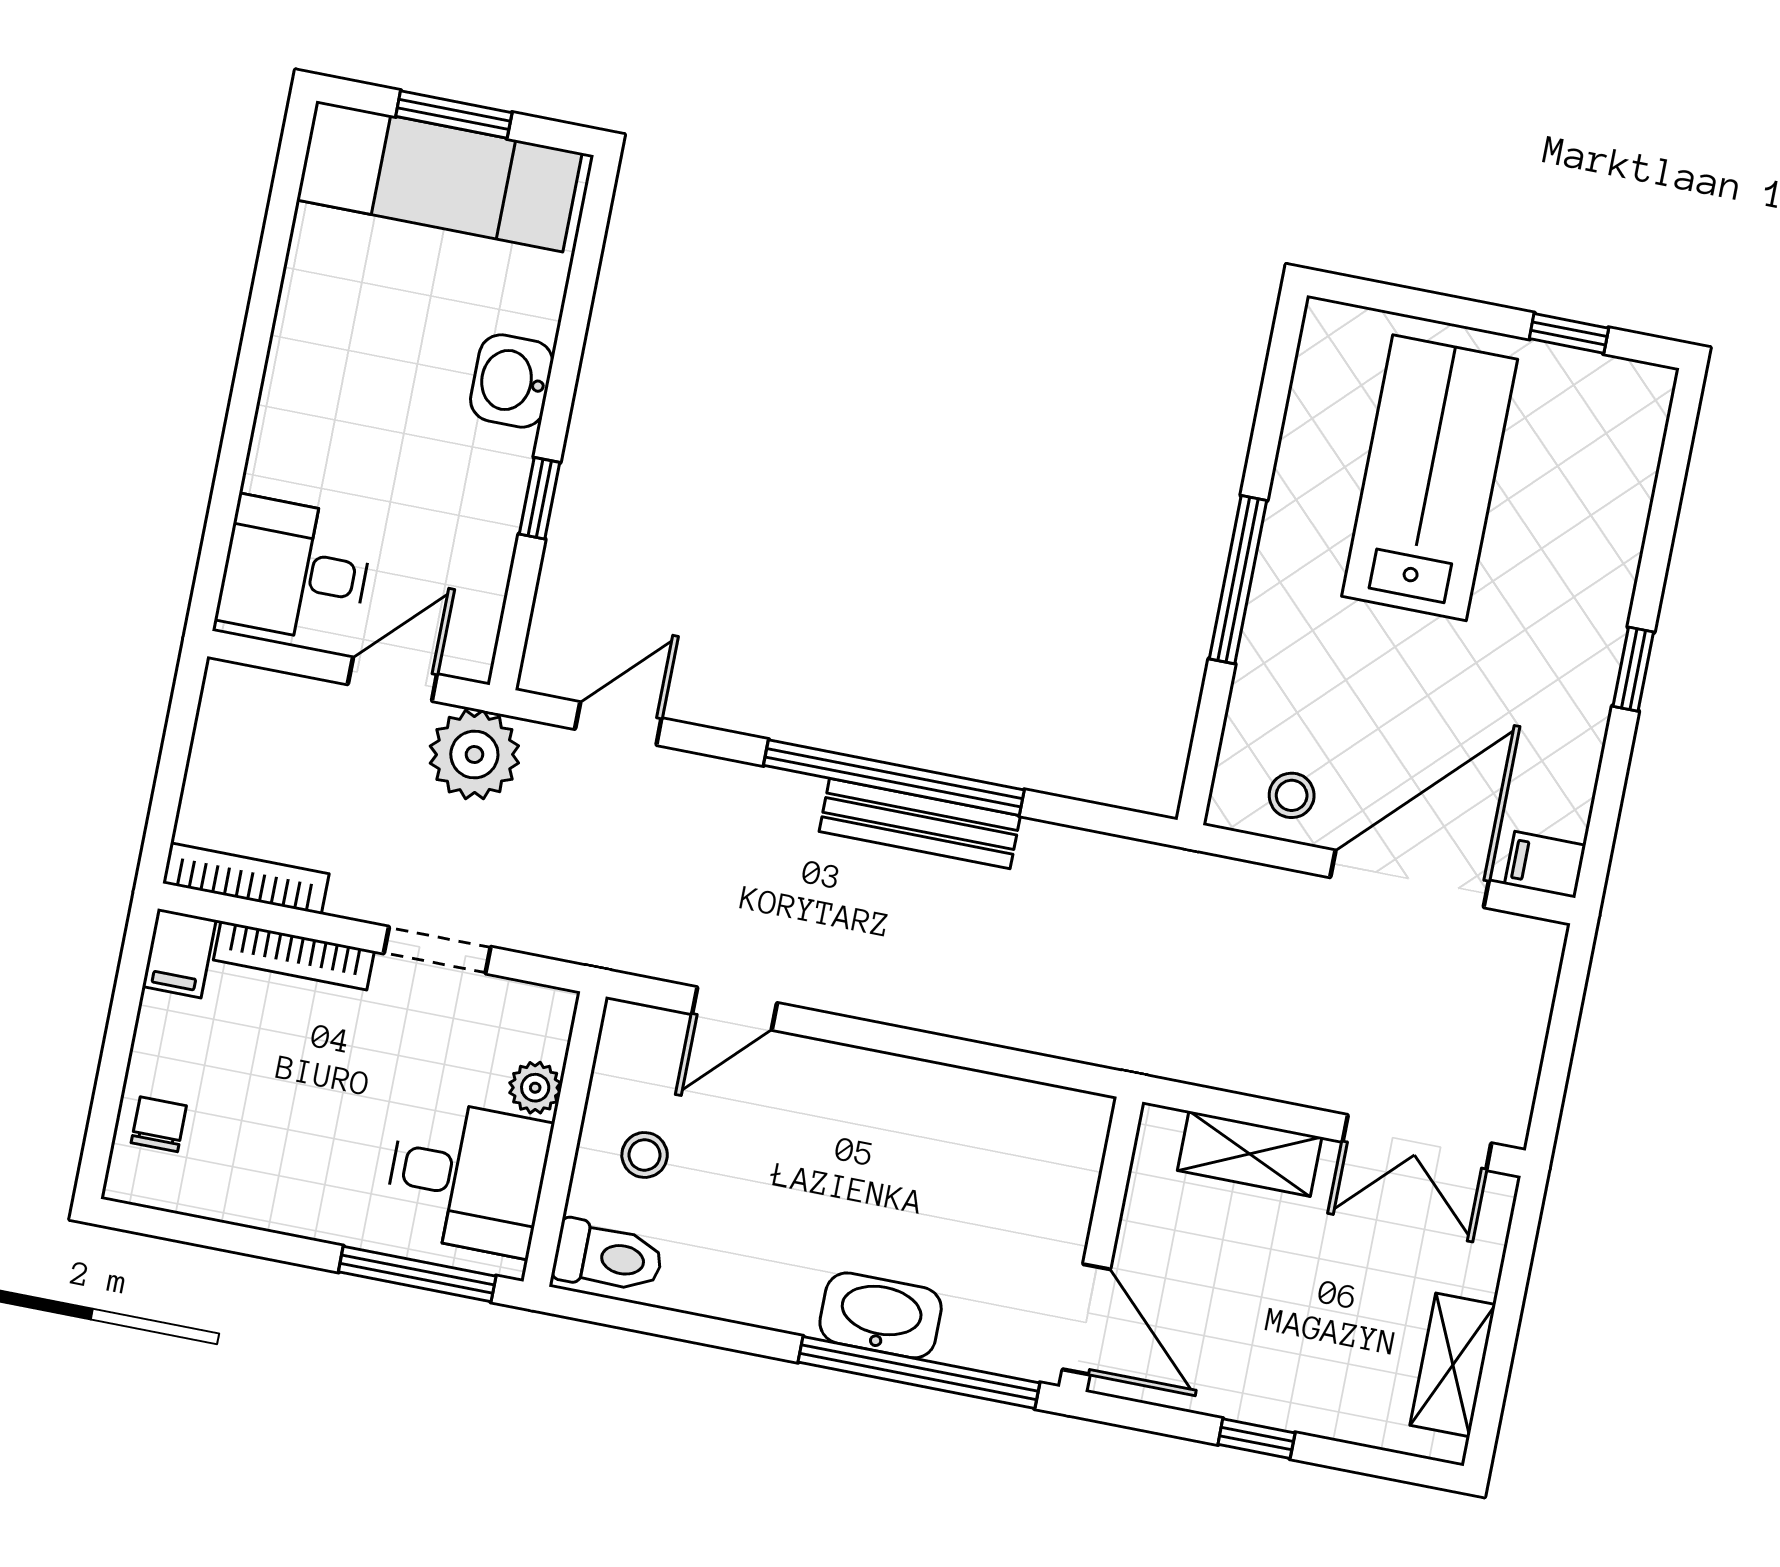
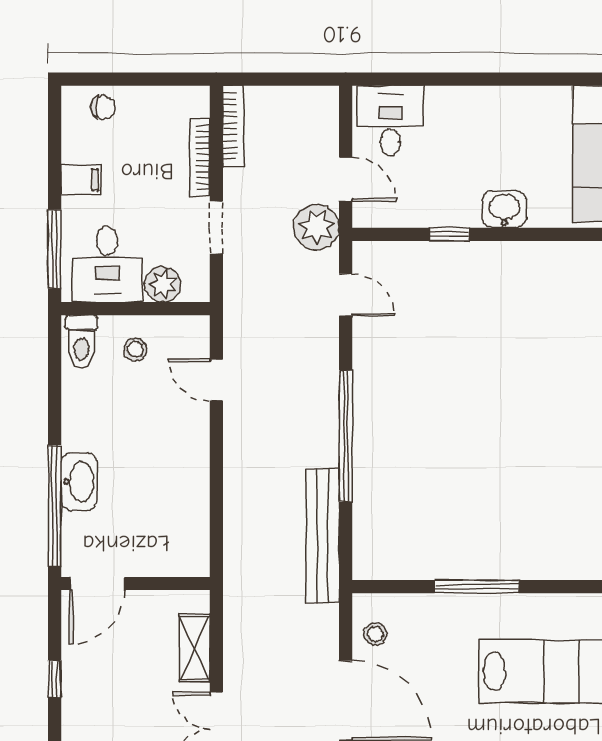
bench: (920, 824) -> (323, 536), moved, width x1.37, depth x1.21
filing cabinet: (179, 953) -> (81, 180), moved, turned 180
plant: (535, 1088) -> (163, 284), width x1.38, depth x1.38

